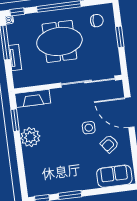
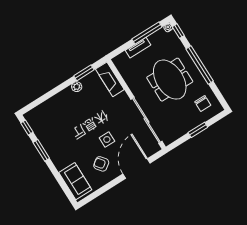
plant: (30, 137) -> (77, 87), width x0.53, depth x0.53

